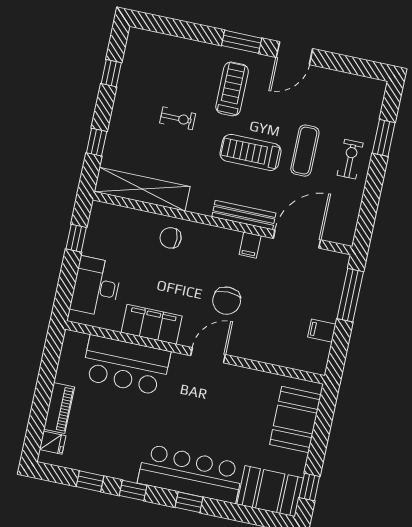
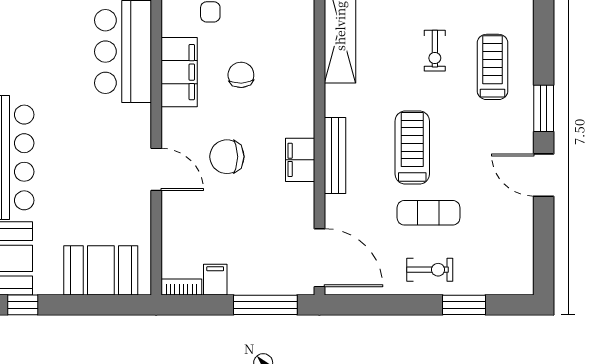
treadmill: (232, 89) -> (493, 67), moved, turned -90
chair: (171, 238) -> (241, 75), moved
door: (297, 239) -> (319, 258), moved
filing cabinet: (250, 245) -> (300, 160), width x2.00
door: (208, 355) -> (156, 169), moved
bookcase: (322, 359) -> (181, 287), added

